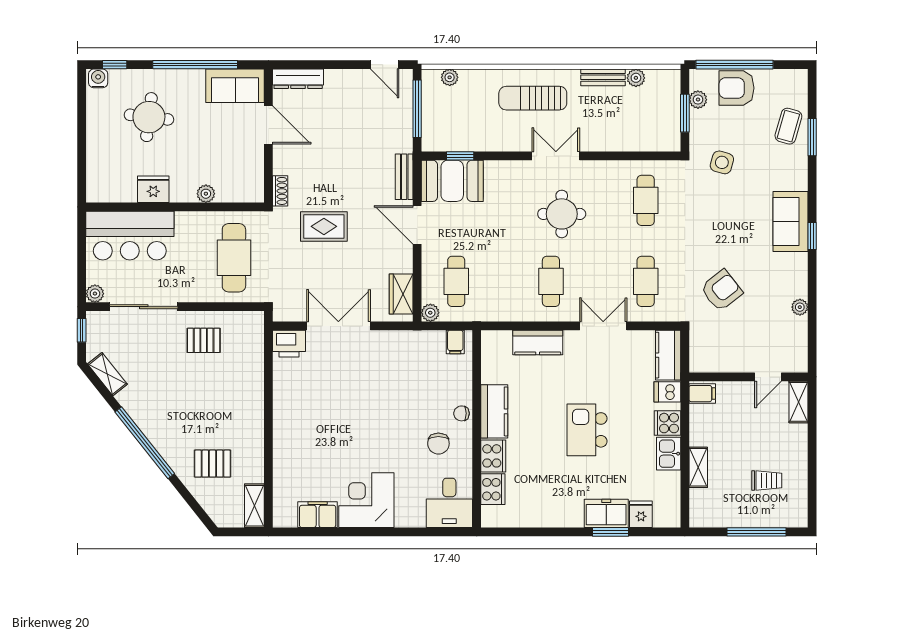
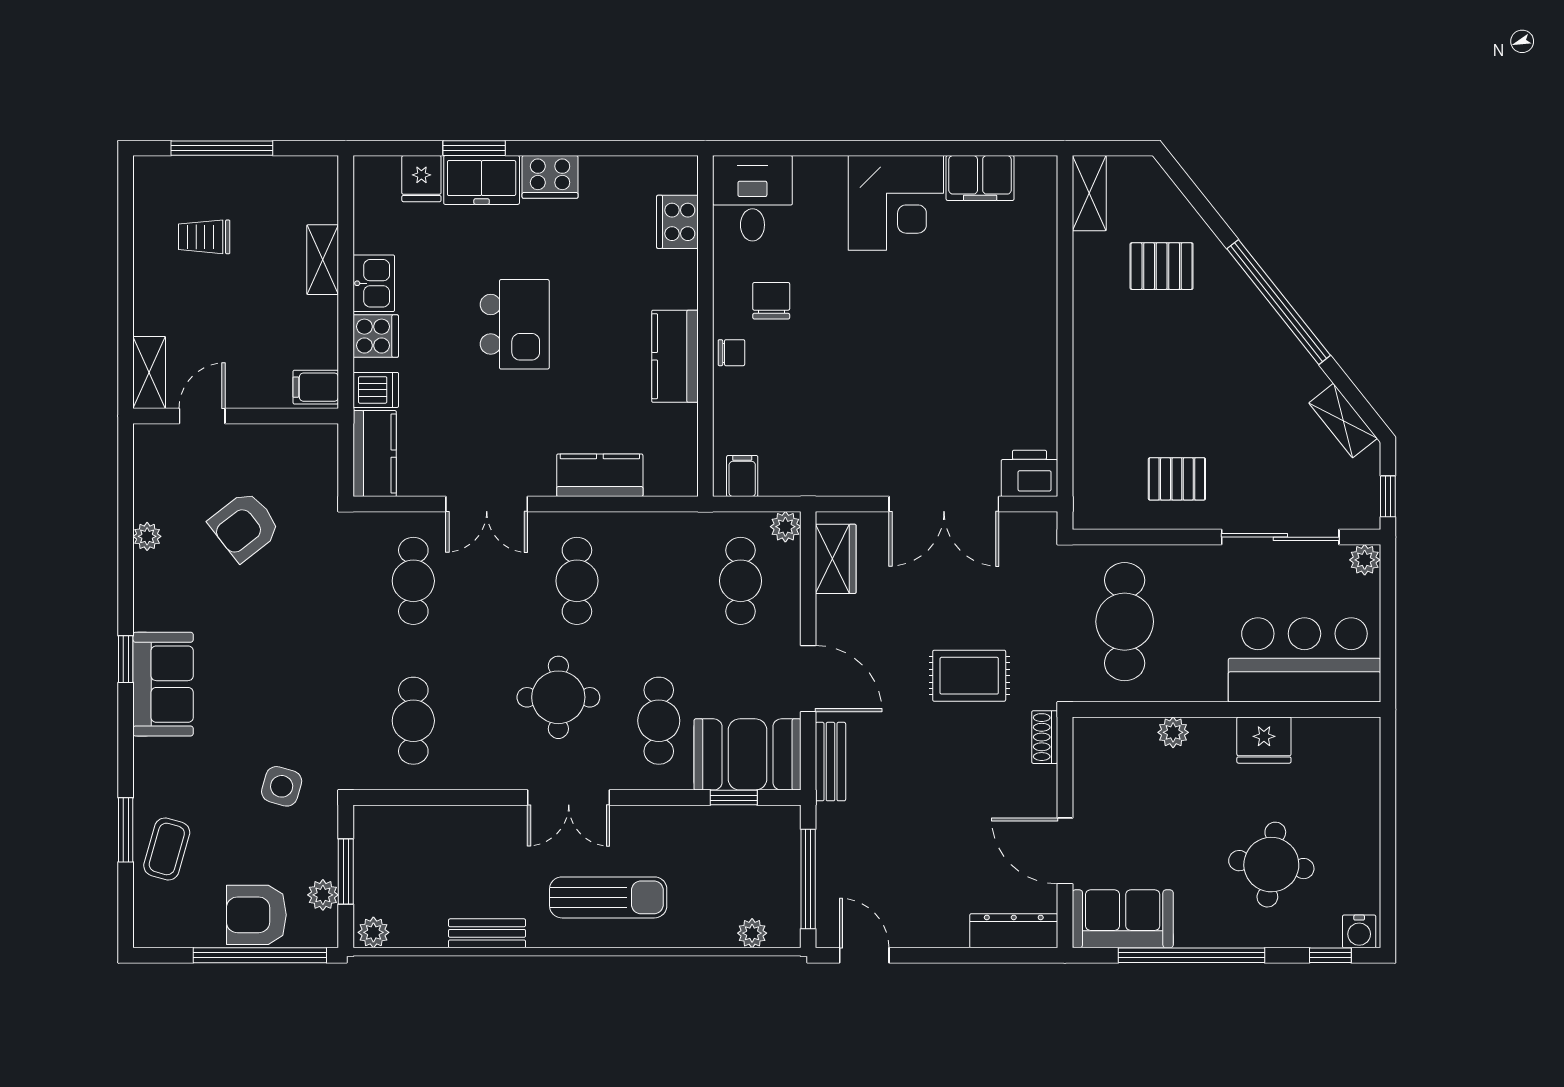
plant: (636, 78) -> (373, 932), moved
armchair: (737, 88) -> (256, 915), turned 180
cafe table: (504, 200) -> (659, 721), added
armchair: (721, 290) -> (245, 526), moved
cooker: (493, 456) -> (550, 177), moved, turned -90

